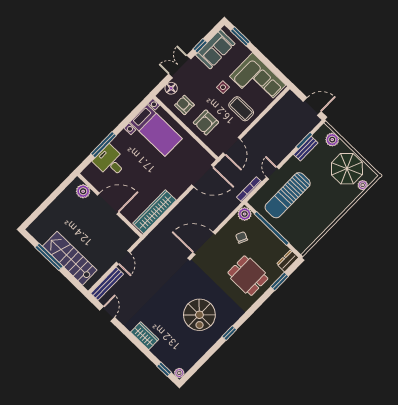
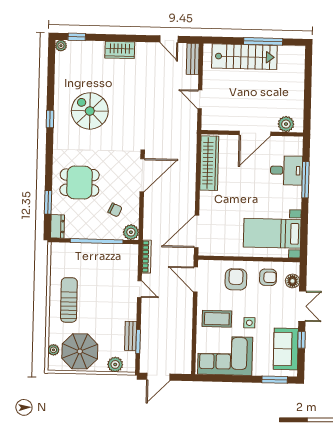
sun lounger: (288, 195) -> (69, 300), moved, width x0.73, depth x0.75
bench: (107, 284) -> (193, 59), width x0.73

